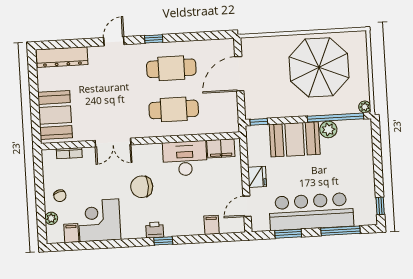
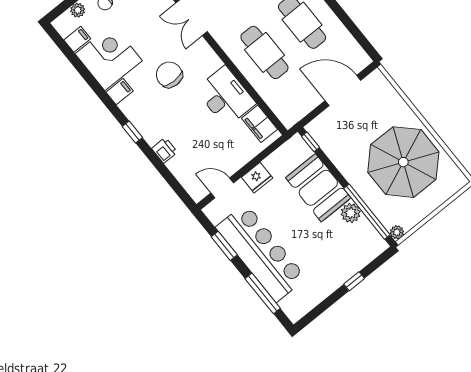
window: (380, 206) -> (354, 281), moved
filing cabinet: (212, 225) -> (120, 92), moved
printer: (155, 230) -> (165, 150), moved

